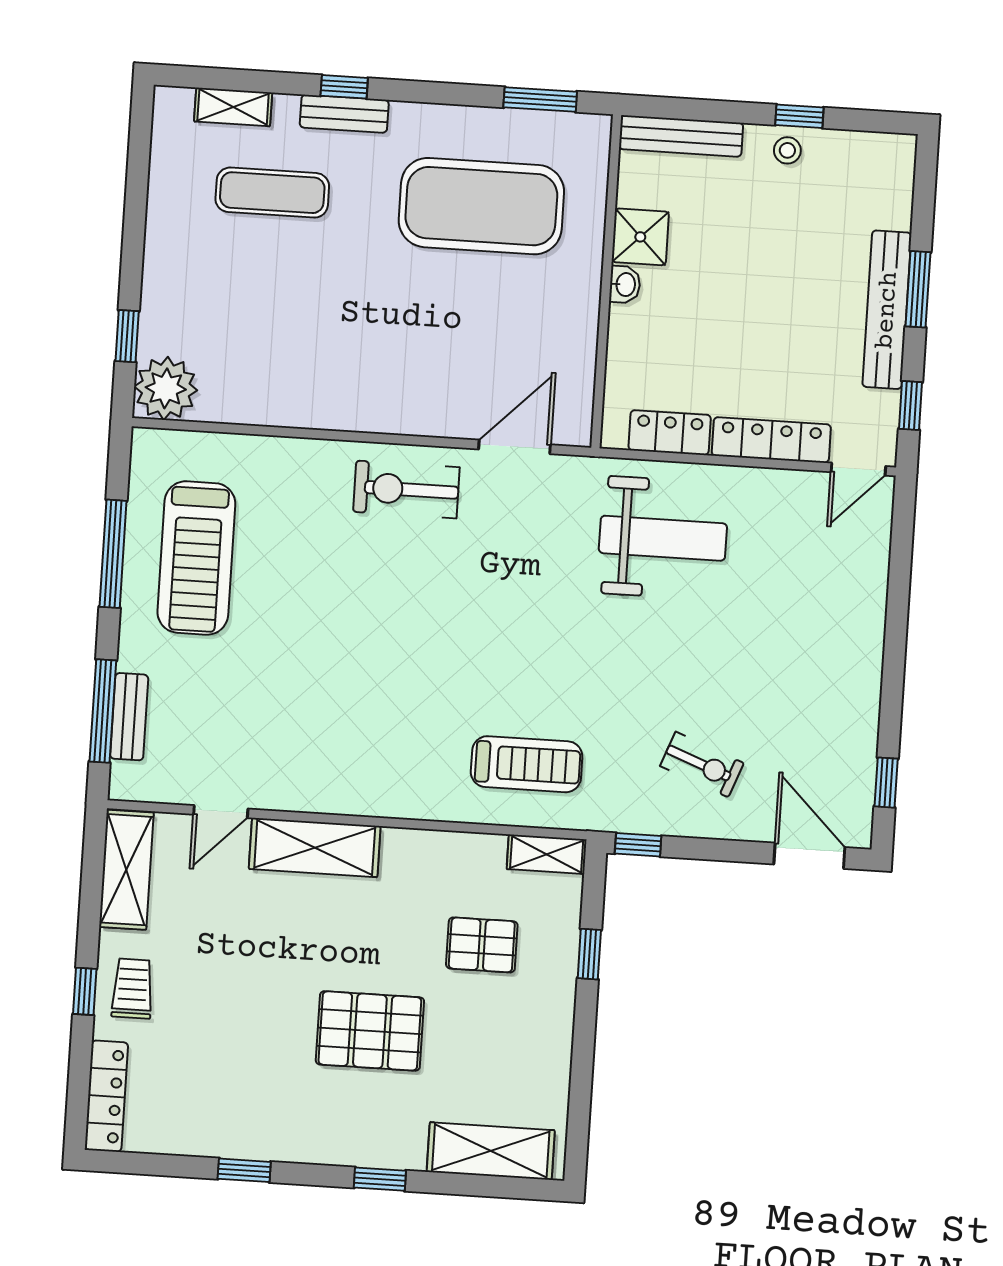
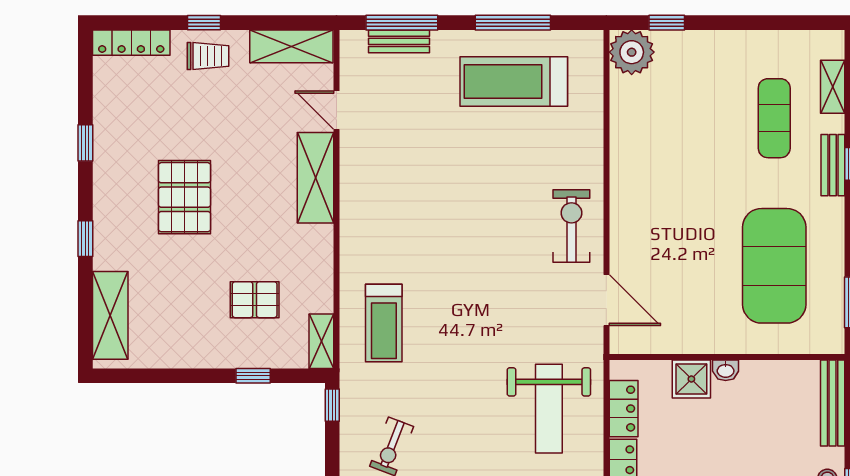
shower: (640, 237) -> (691, 379), moved
pallet: (482, 945) -> (255, 300), turned 90
pallet: (370, 1031) -> (184, 197), moved

